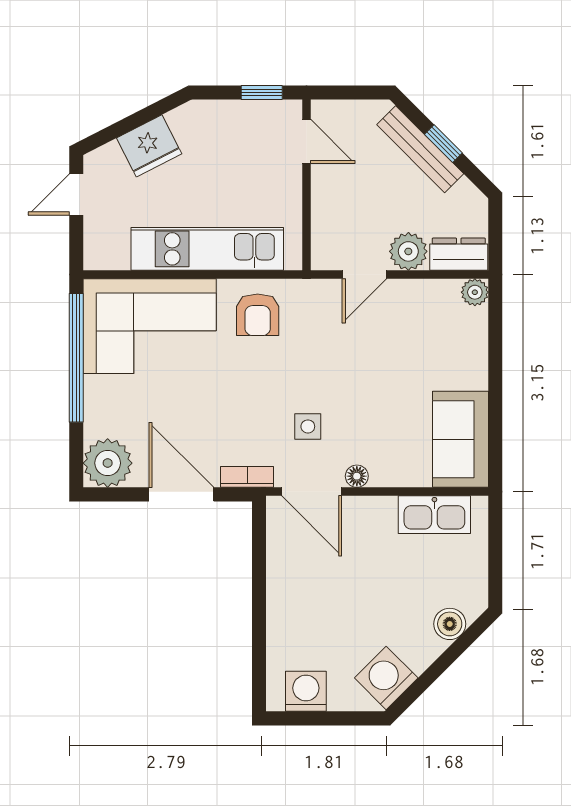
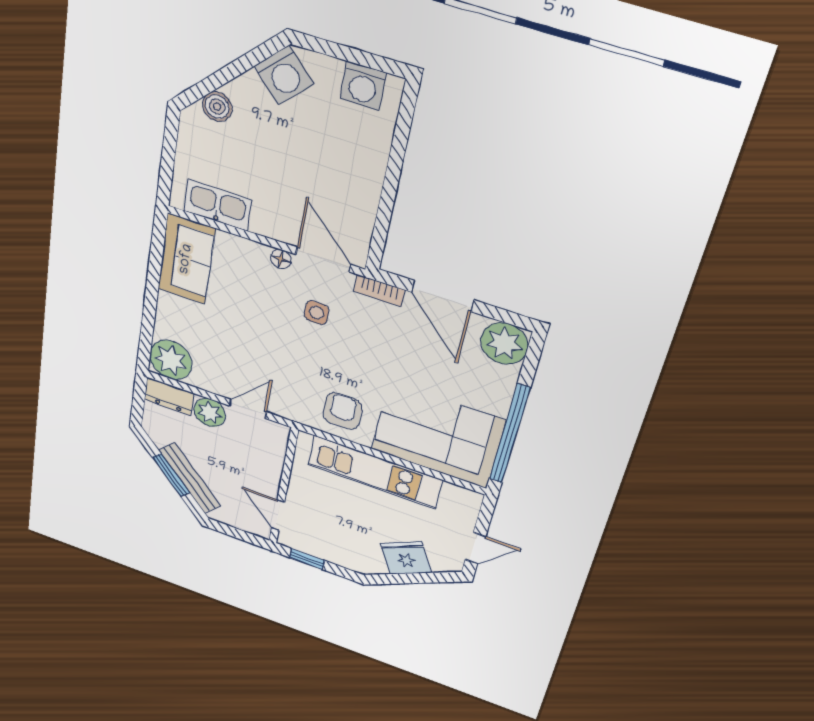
window: (443, 144) -> (171, 475), width x1.50
plant: (475, 292) -> (171, 360), width x1.88, depth x1.88

